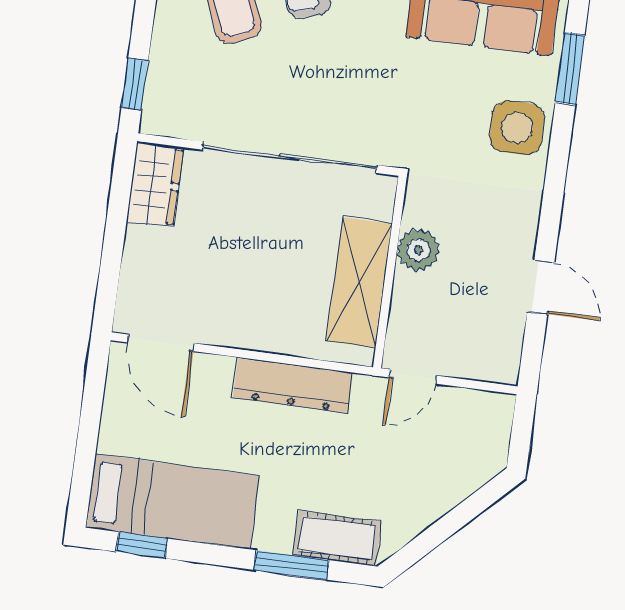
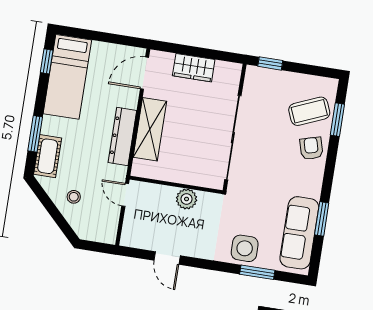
window: (570, 68) -> (257, 272), moved
wardrobe: (155, 184) -> (194, 68), moved
shelving: (359, 282) -> (150, 129), moved, turned 90
door: (541, 287) -> (167, 258), hinge flipped
stool: (419, 482) -> (74, 197), added

